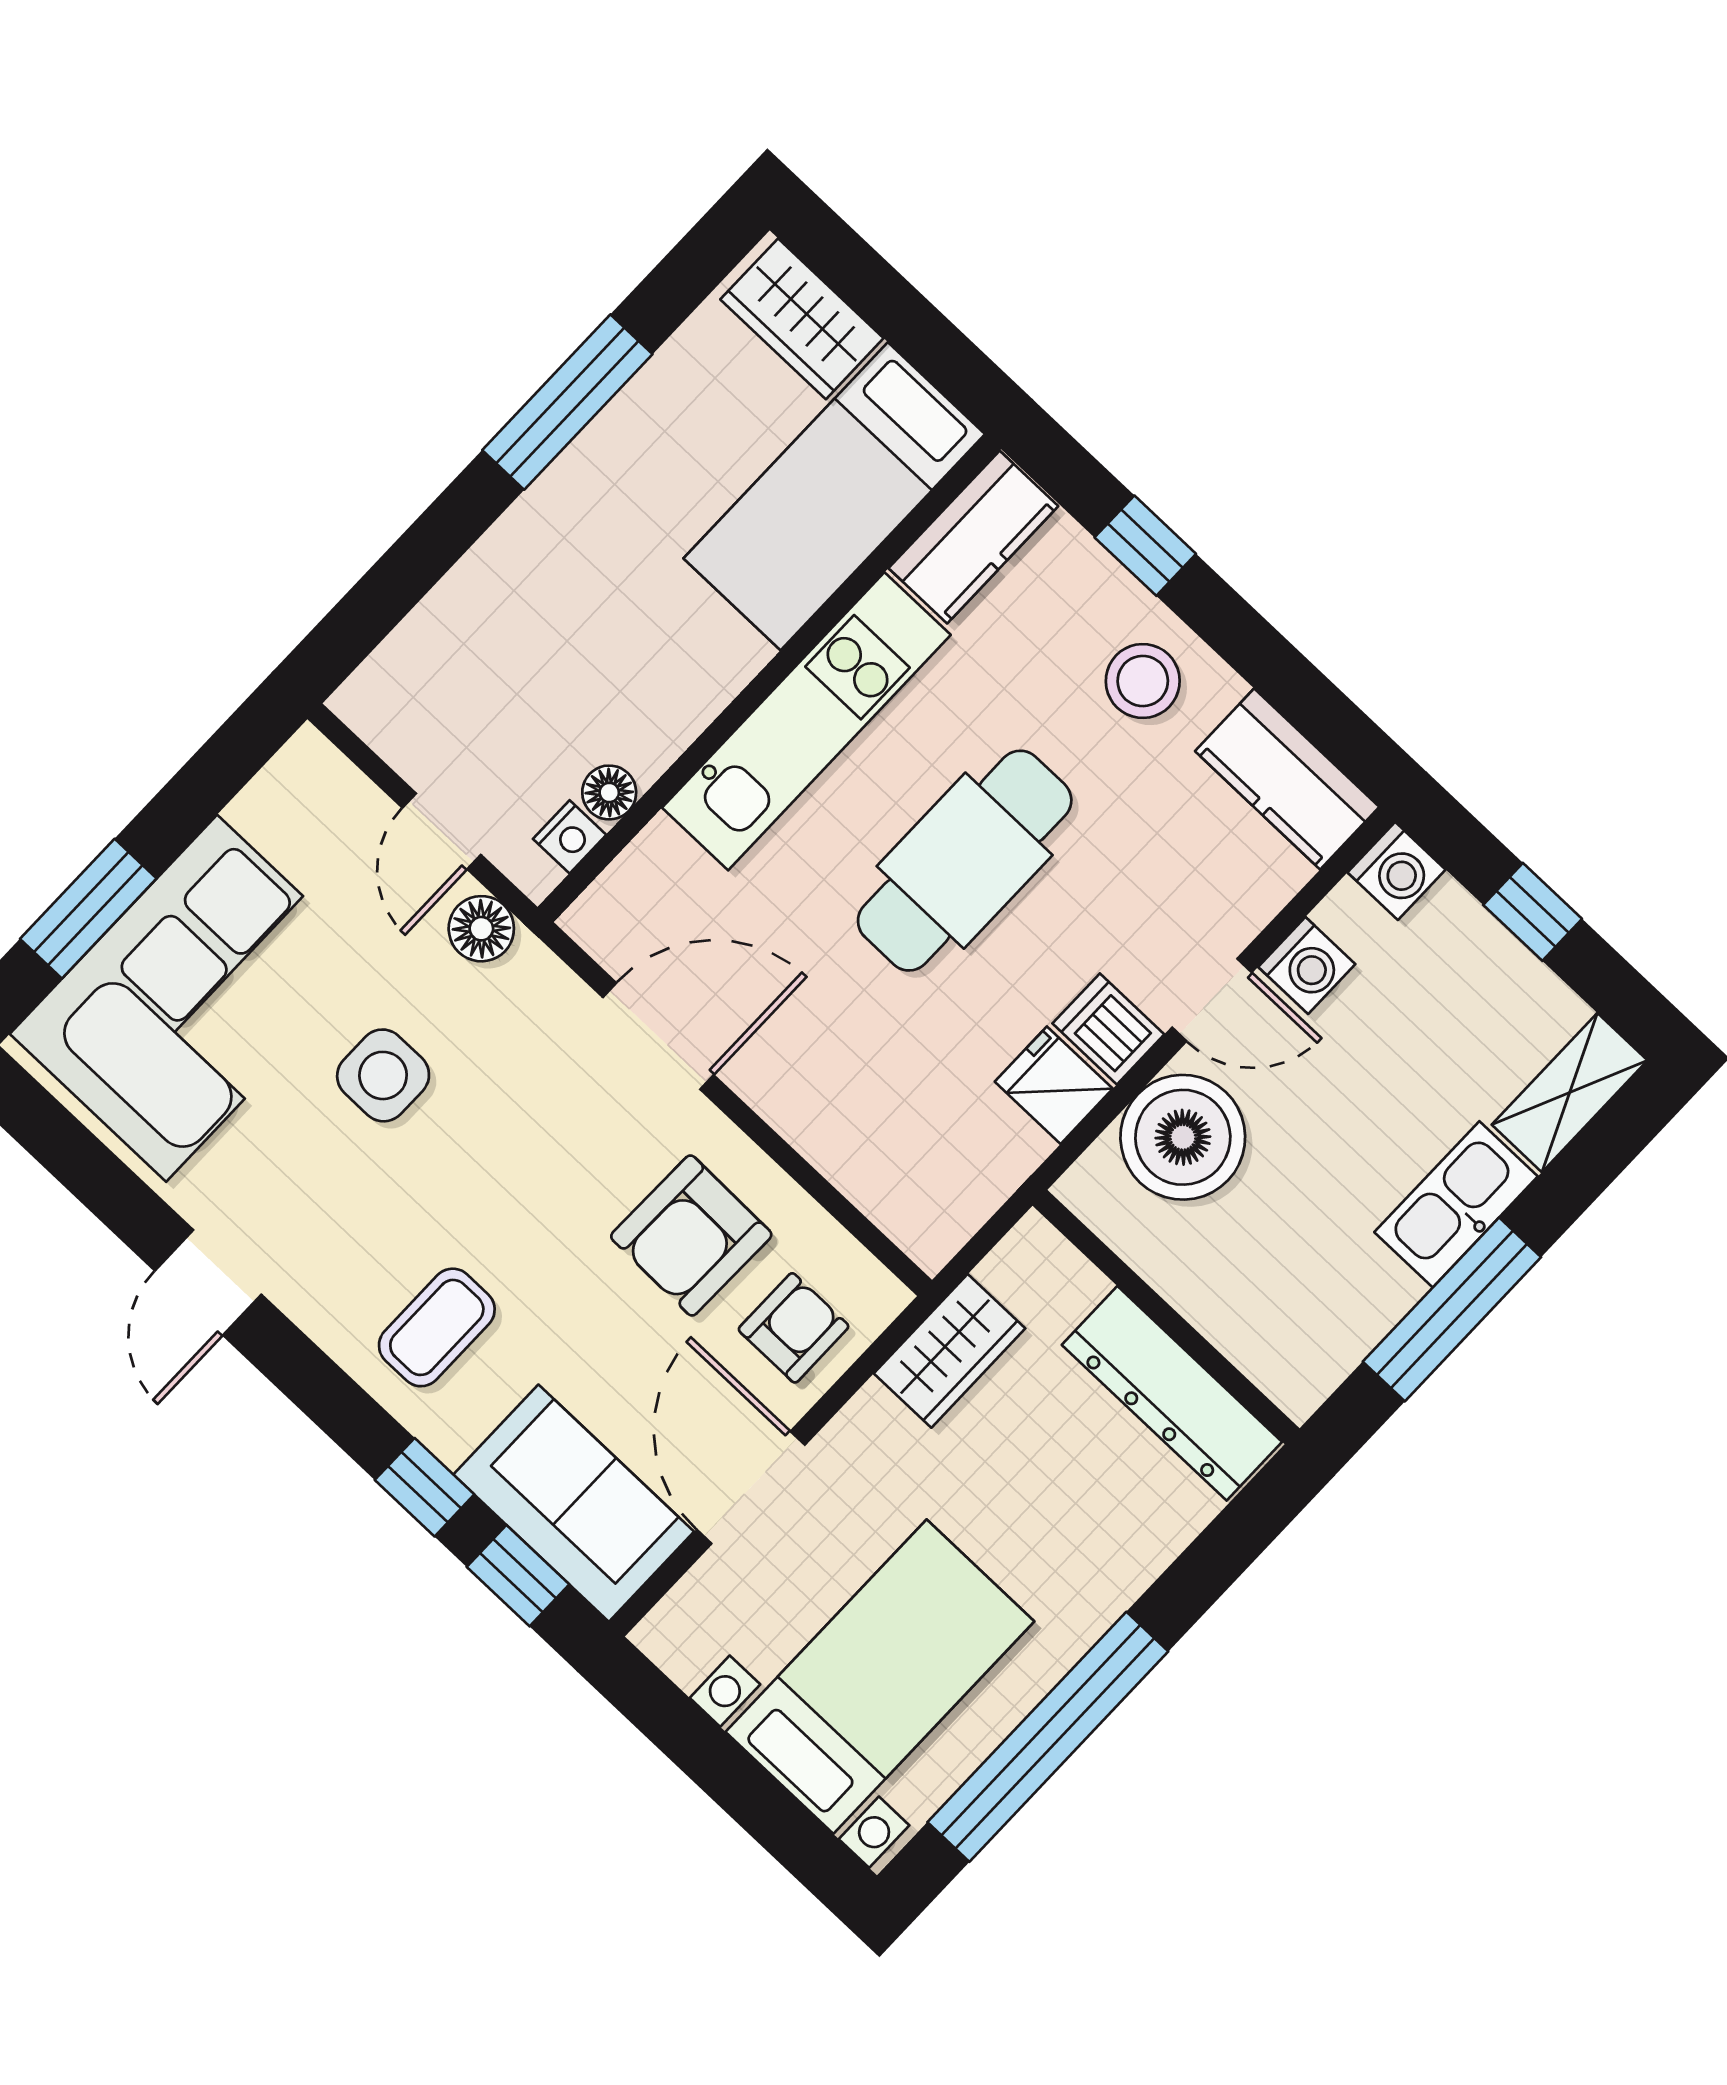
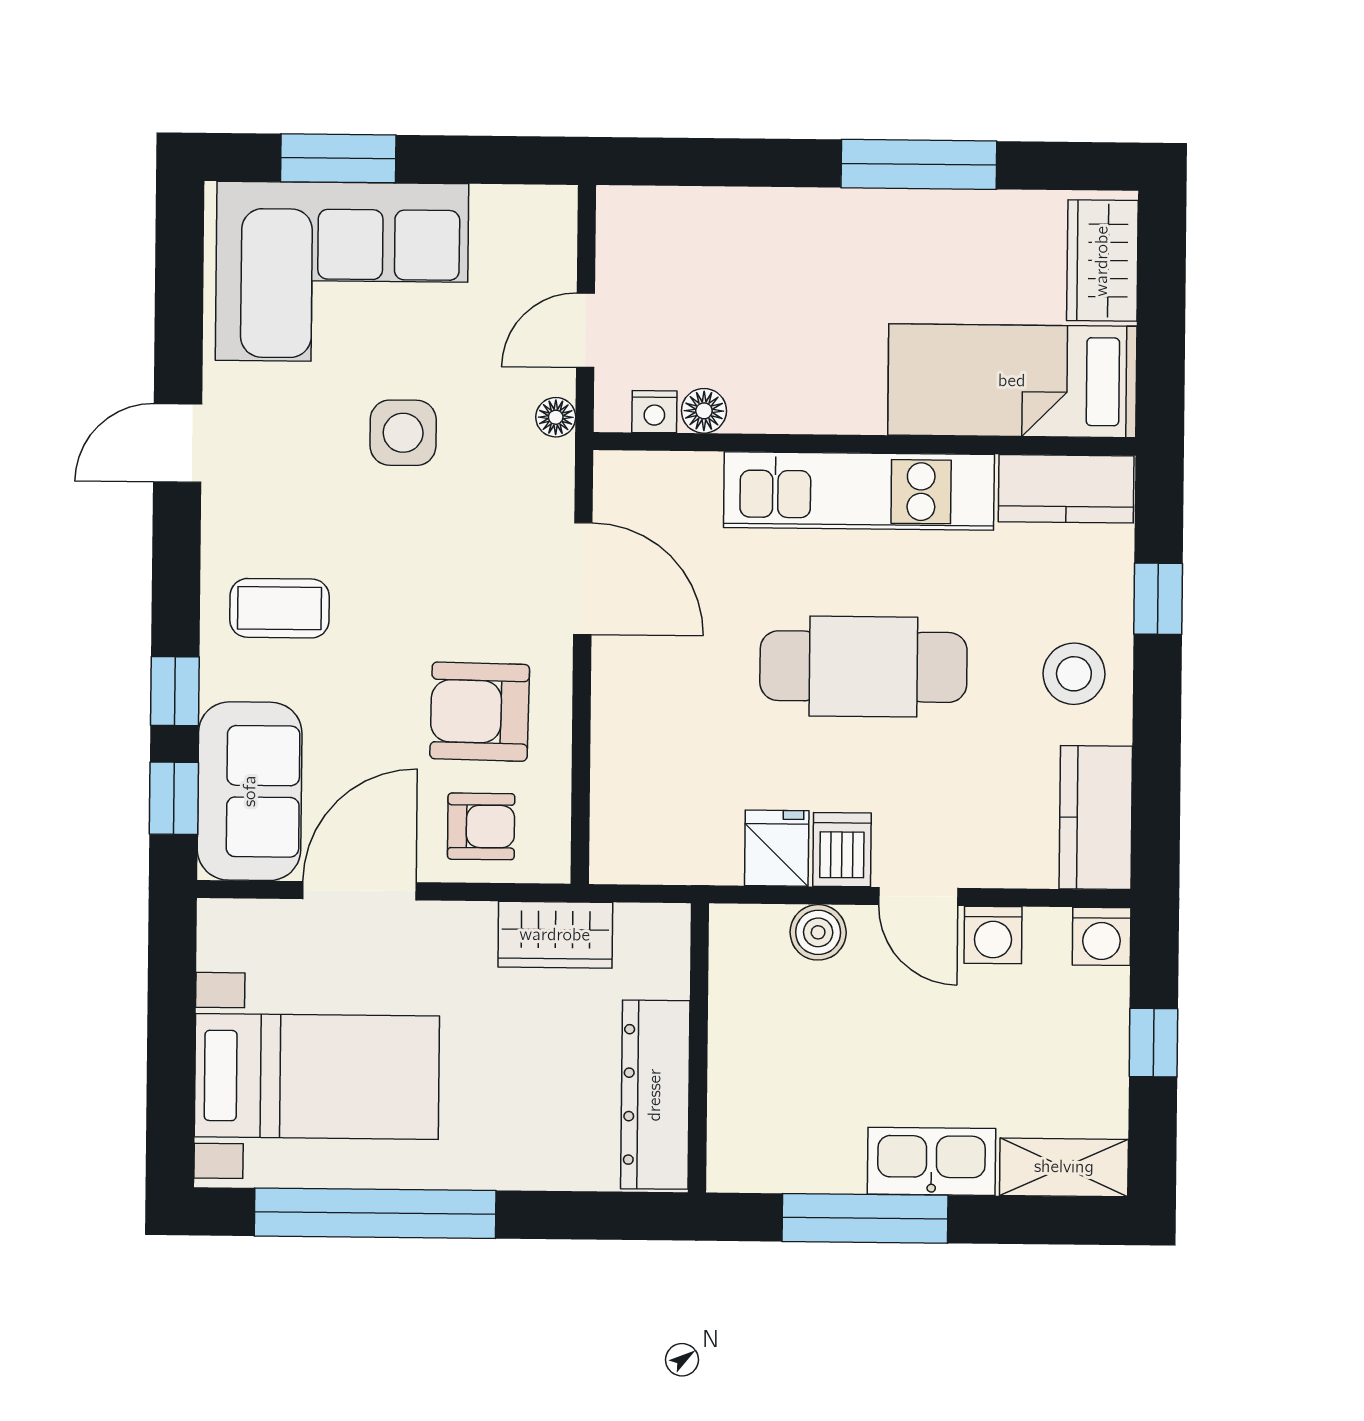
floor lamp: (481, 929) -> (556, 417), width x0.73, depth x0.73
boiler: (1183, 1137) -> (818, 932), width x0.54, depth x0.54

